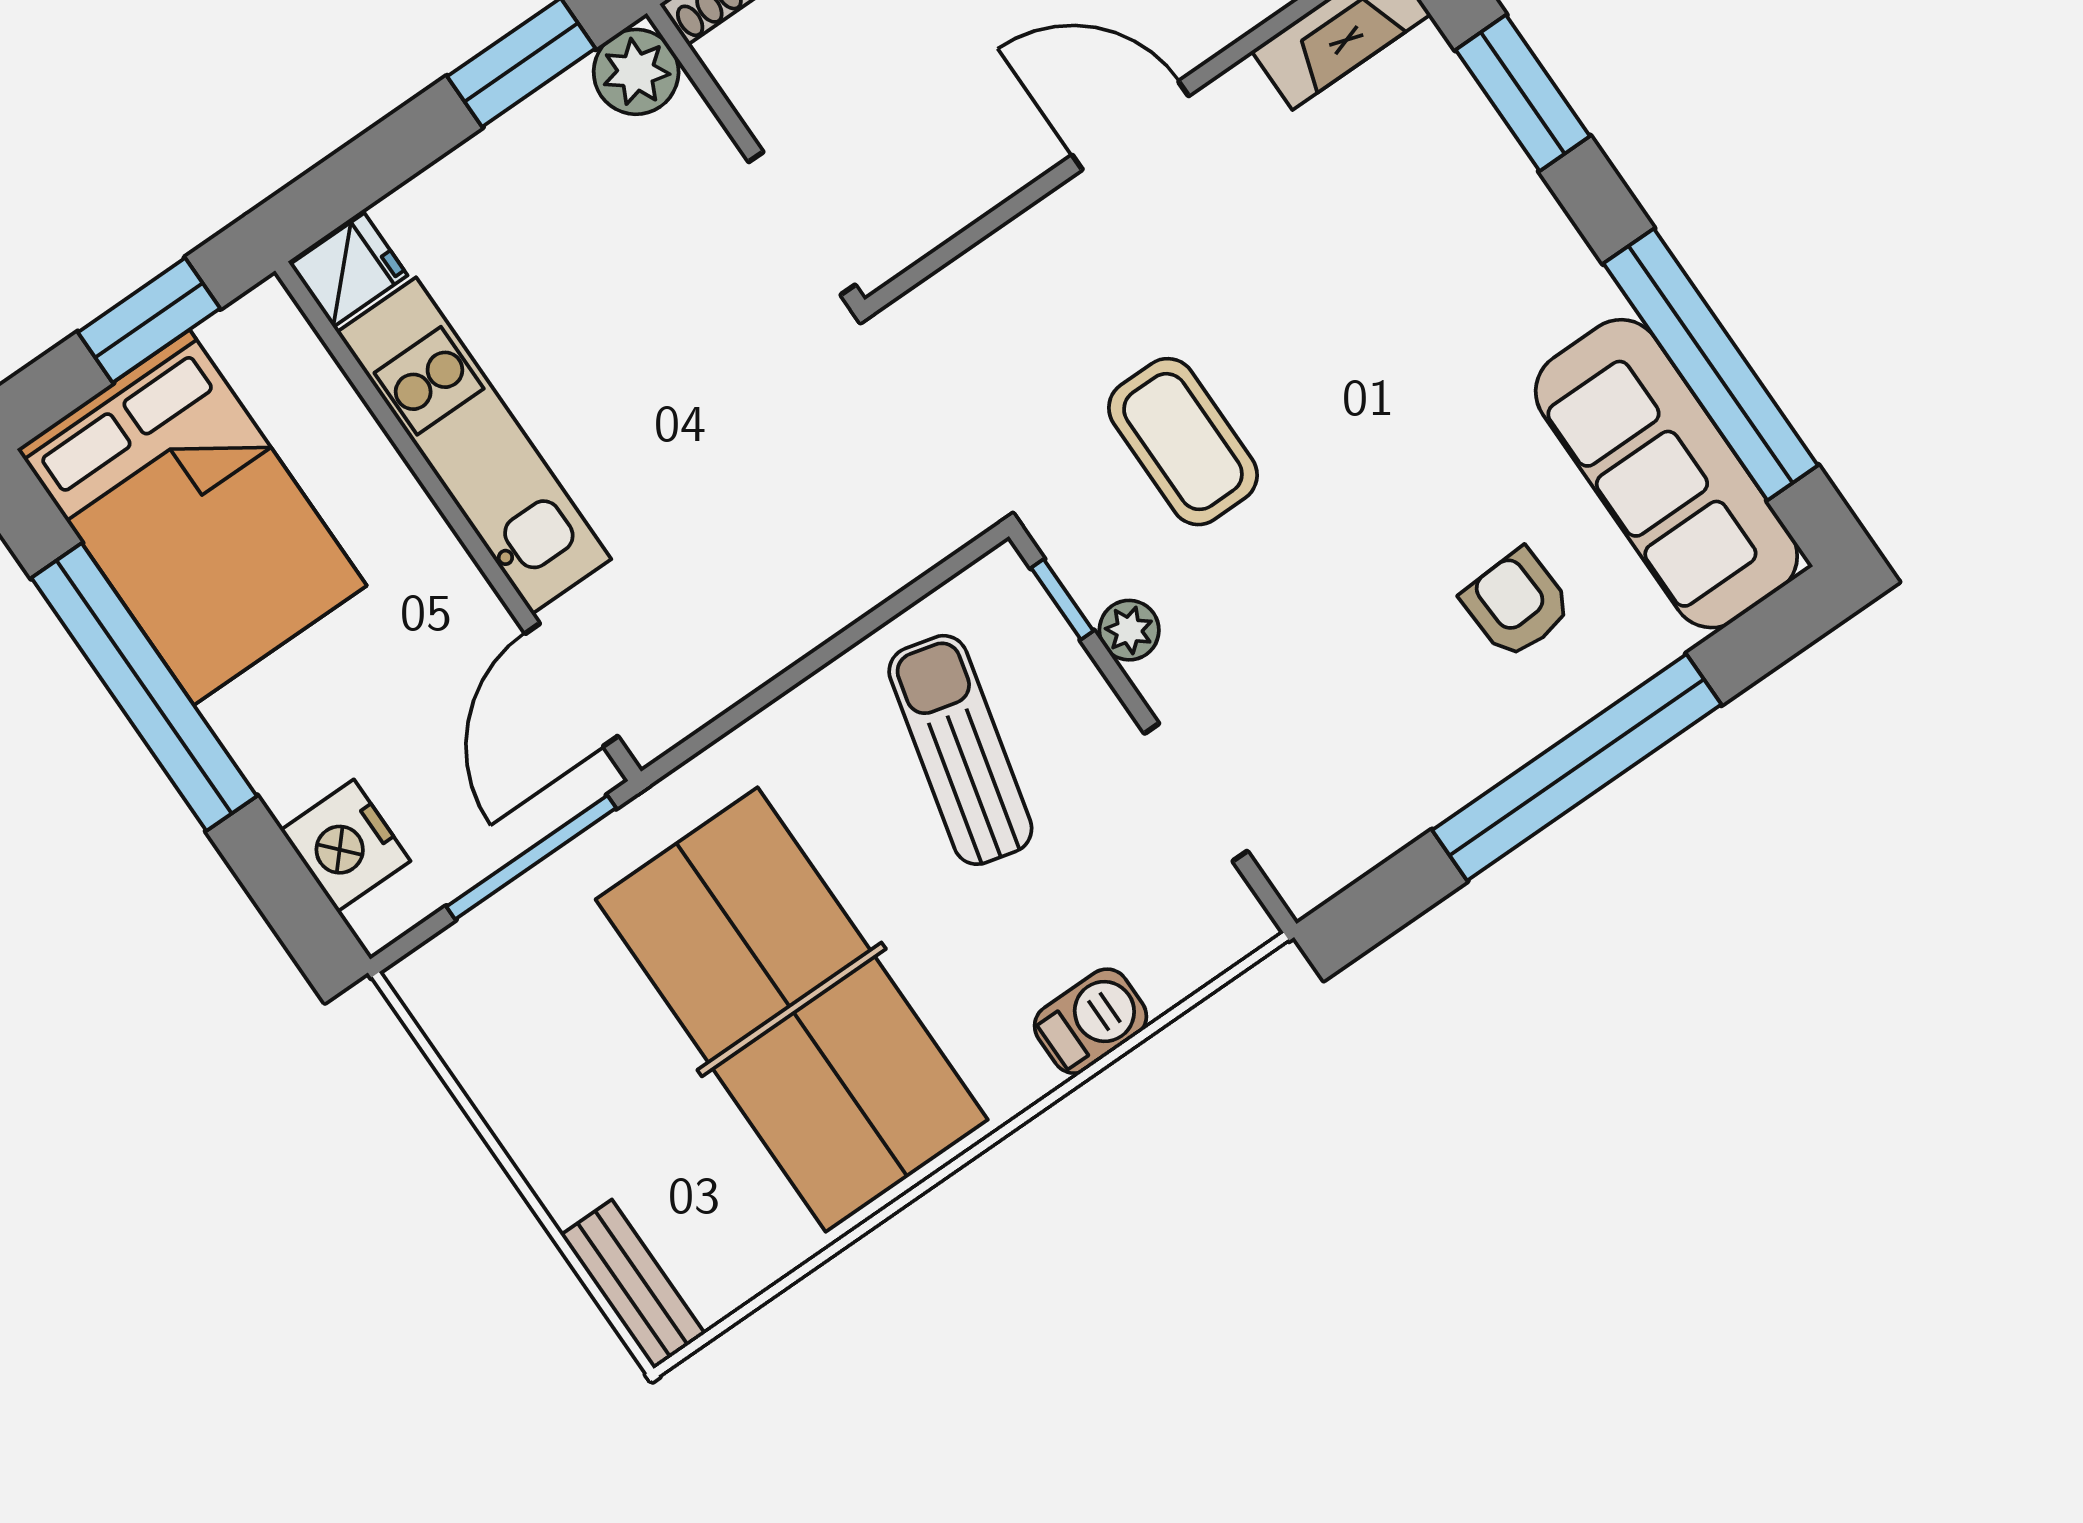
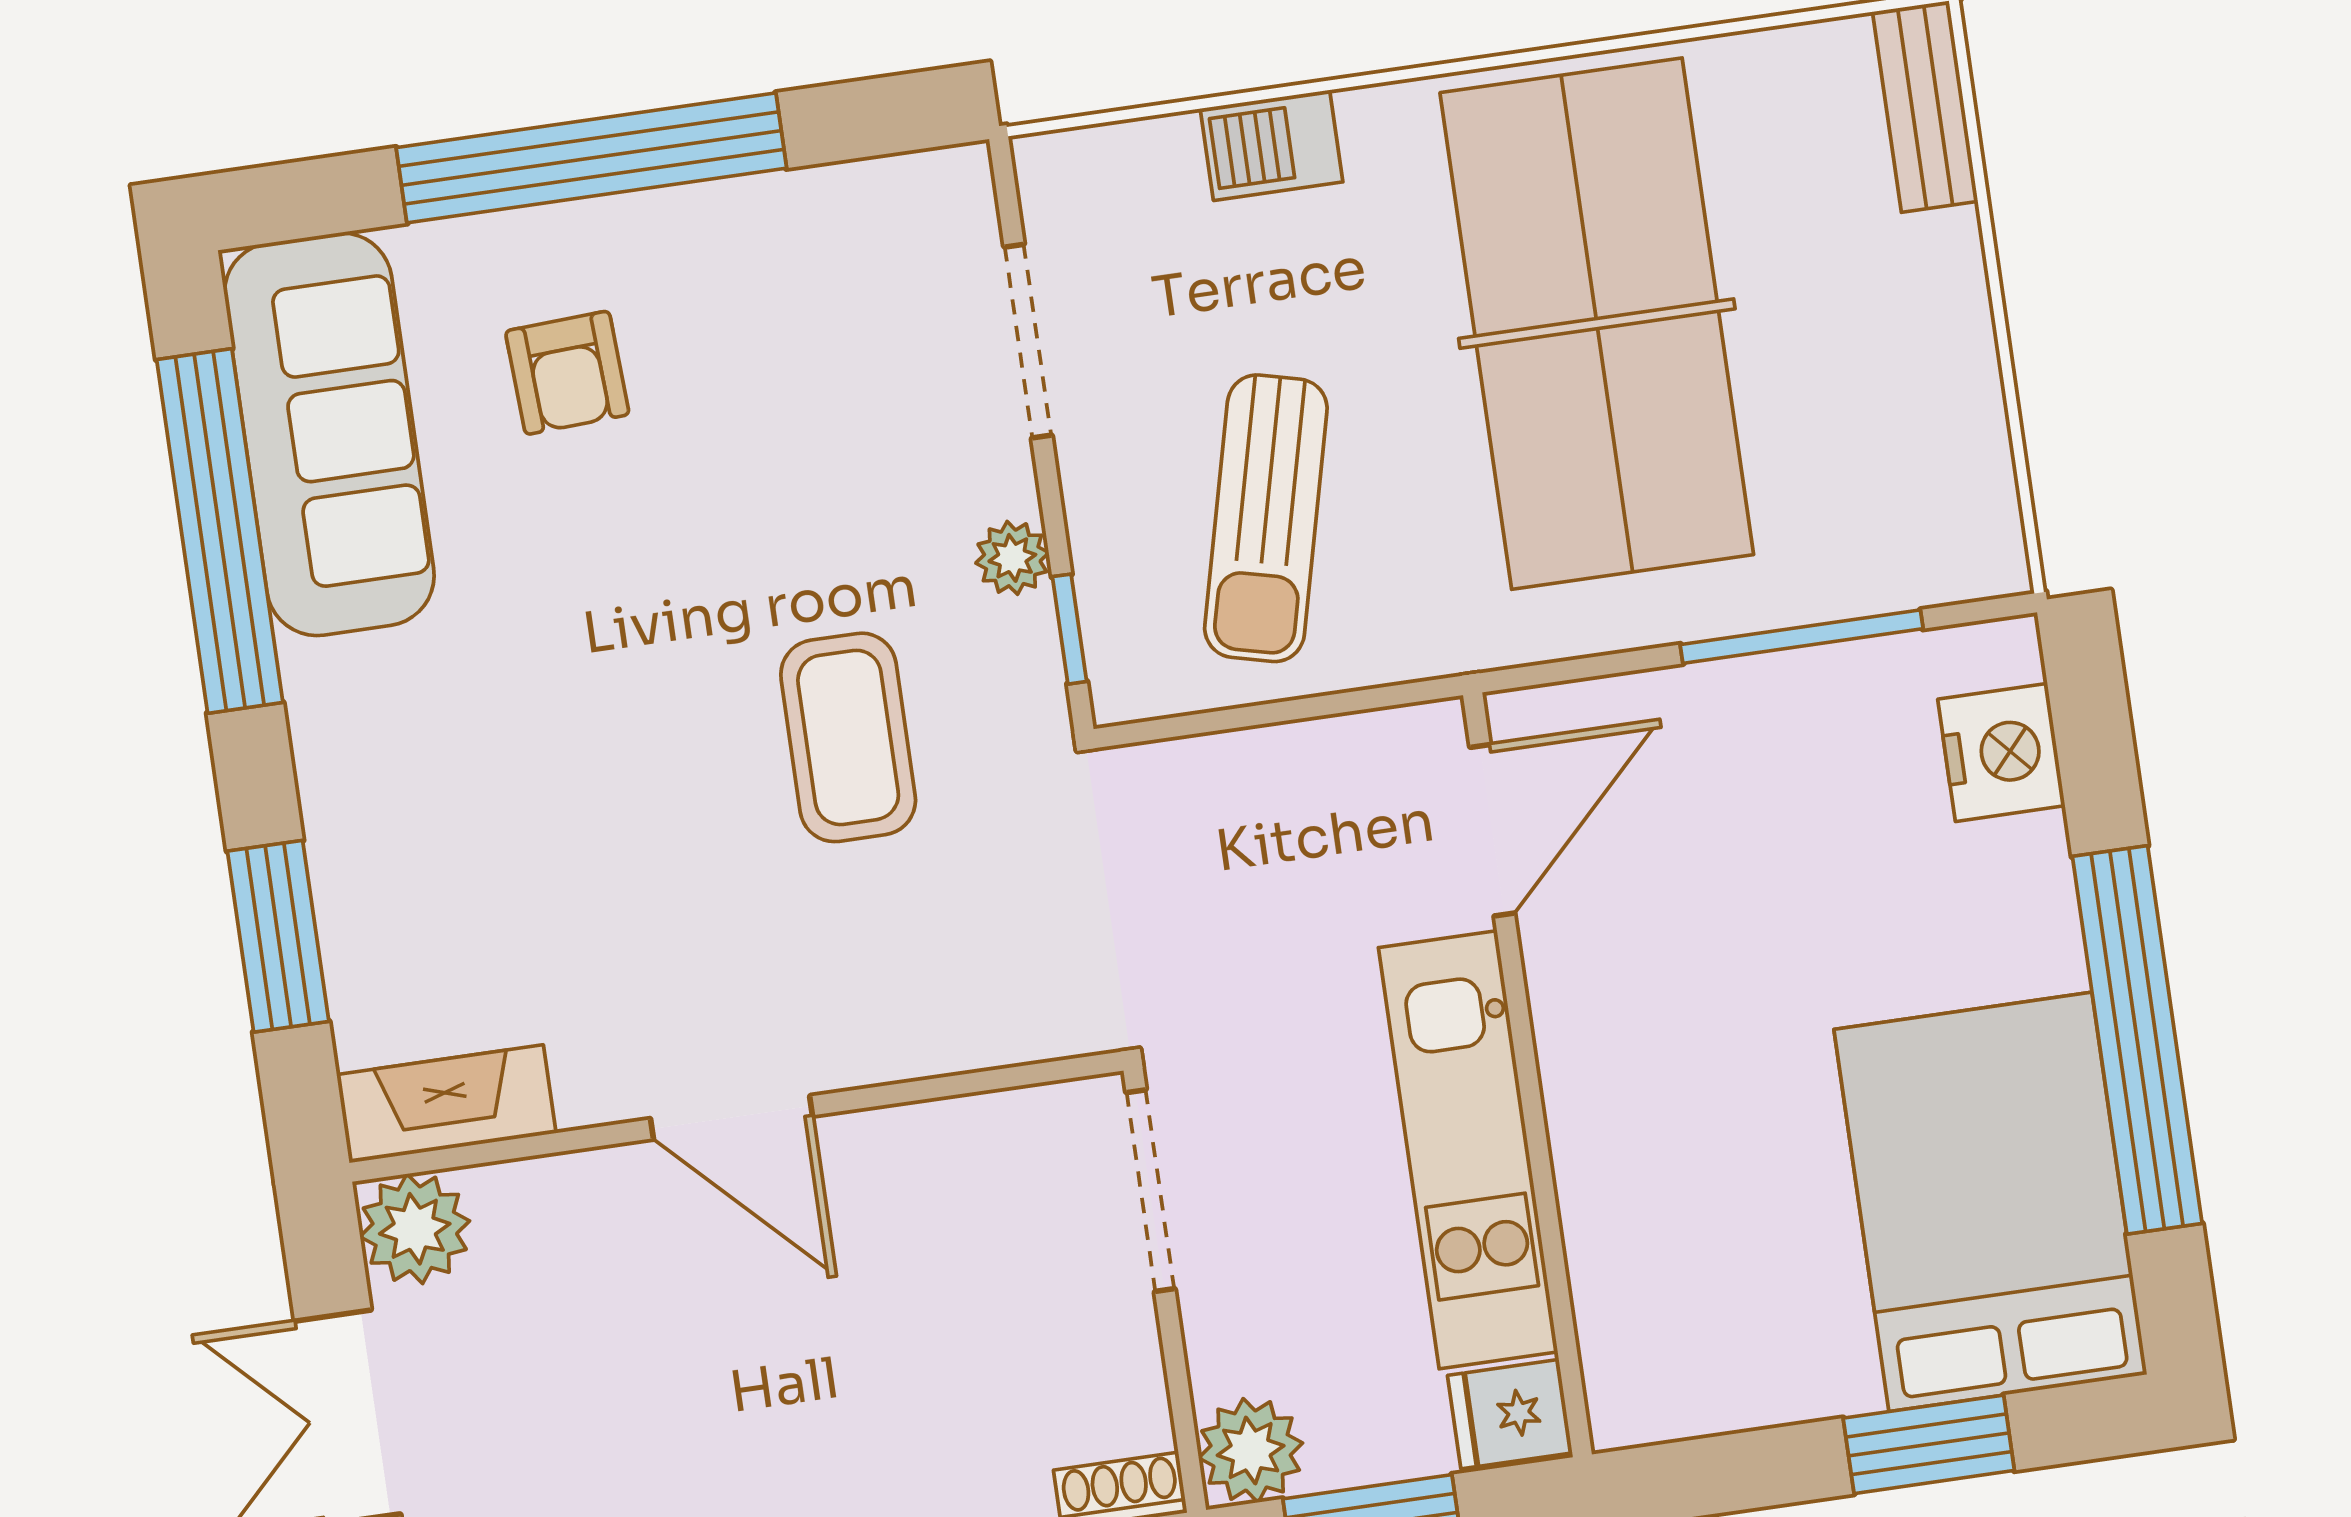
fridge: (349, 270) -> (1510, 1414), moved
kitchen unit: (474, 446) -> (1468, 1150), moved
wall: (458, 521) -> (1527, 1075), moved
door: (571, 685) -> (1492, 830), moved

